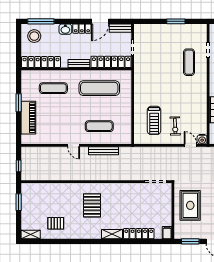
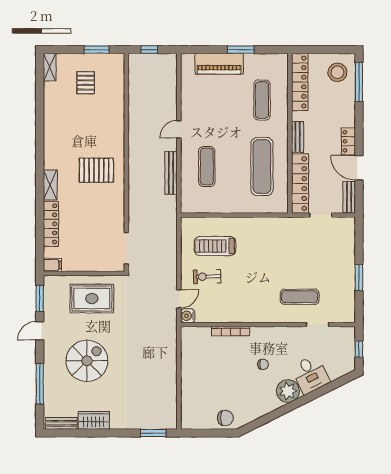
washbasin: (65, 29) -> (348, 117), removed
pallet: (92, 205) -> (96, 170), moved
pallet: (56, 223) -> (86, 83), moved

